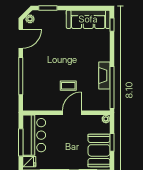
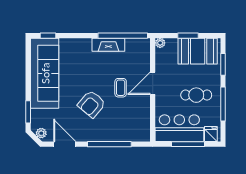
sofa: (88, 19) -> (45, 73), width x1.36, depth x1.27
armchair: (54, 61) -> (92, 104), added
door: (72, 113) -> (153, 83), hinge flipped
cafe table: (62, 149) -> (196, 95), added

